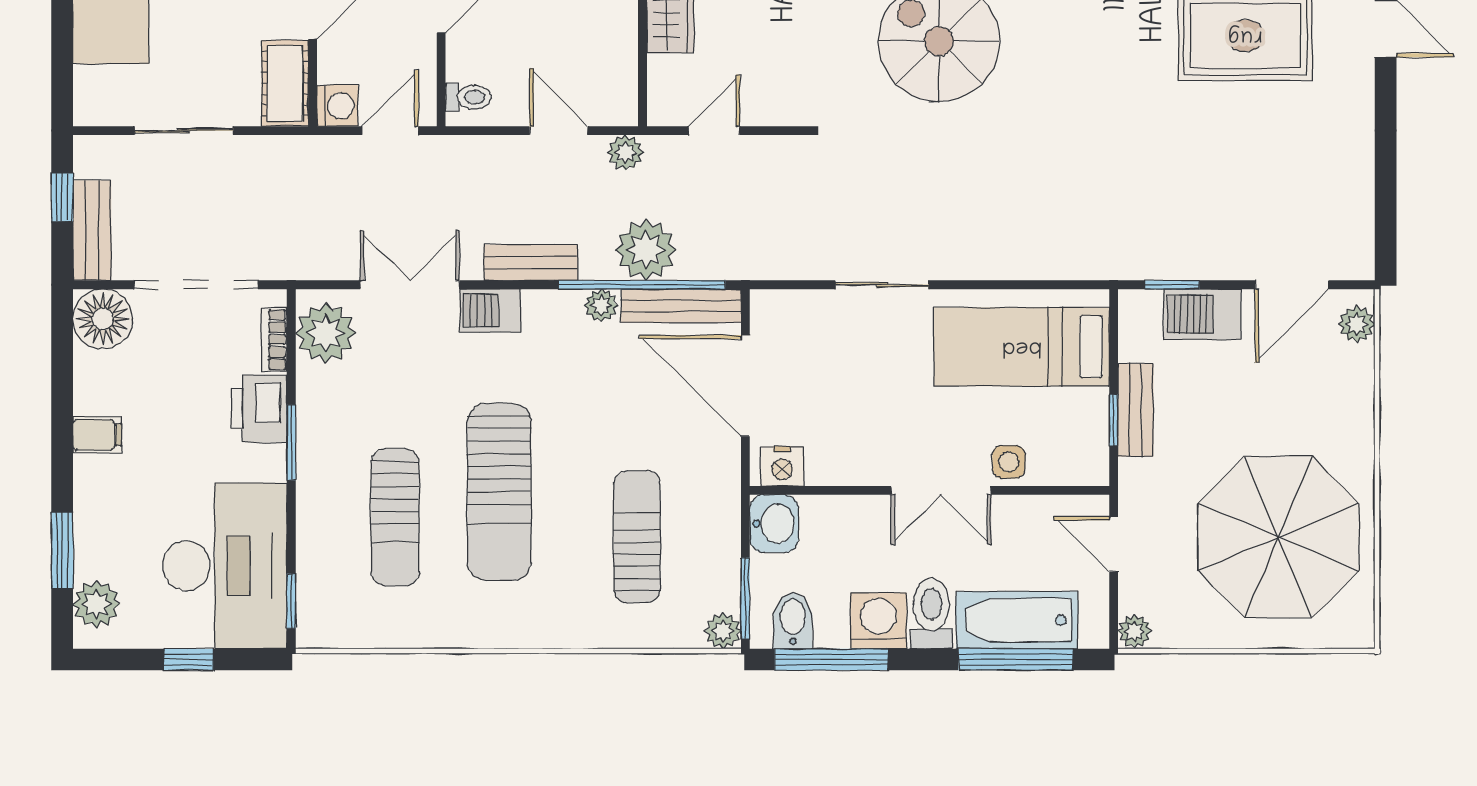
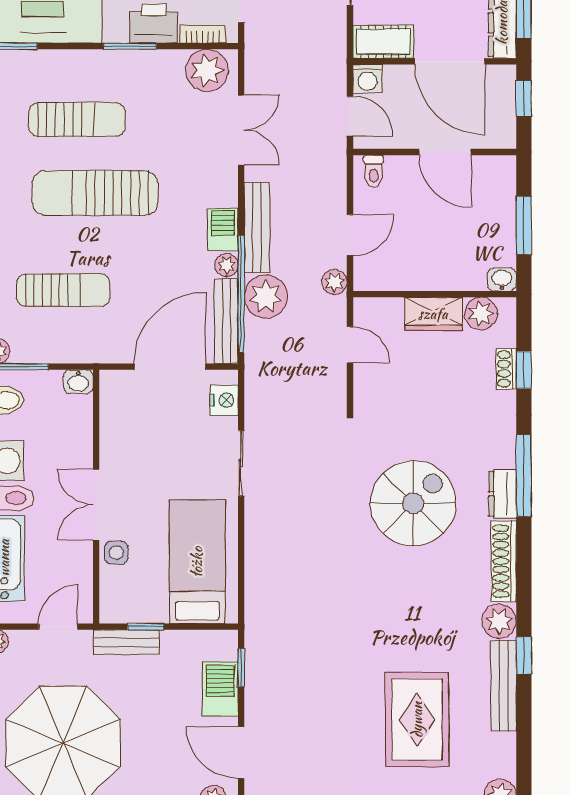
bench: (531, 263) -> (257, 227), width x1.36
barbecue: (490, 311) -> (223, 230), moved
bench: (1136, 410) -> (126, 642), moved
nightstand: (782, 466) -> (224, 400), moved, turned 180
sun lounger: (395, 517) -> (77, 119), turned 180
washbasin: (774, 524) -> (78, 382), width x0.72, depth x0.69

